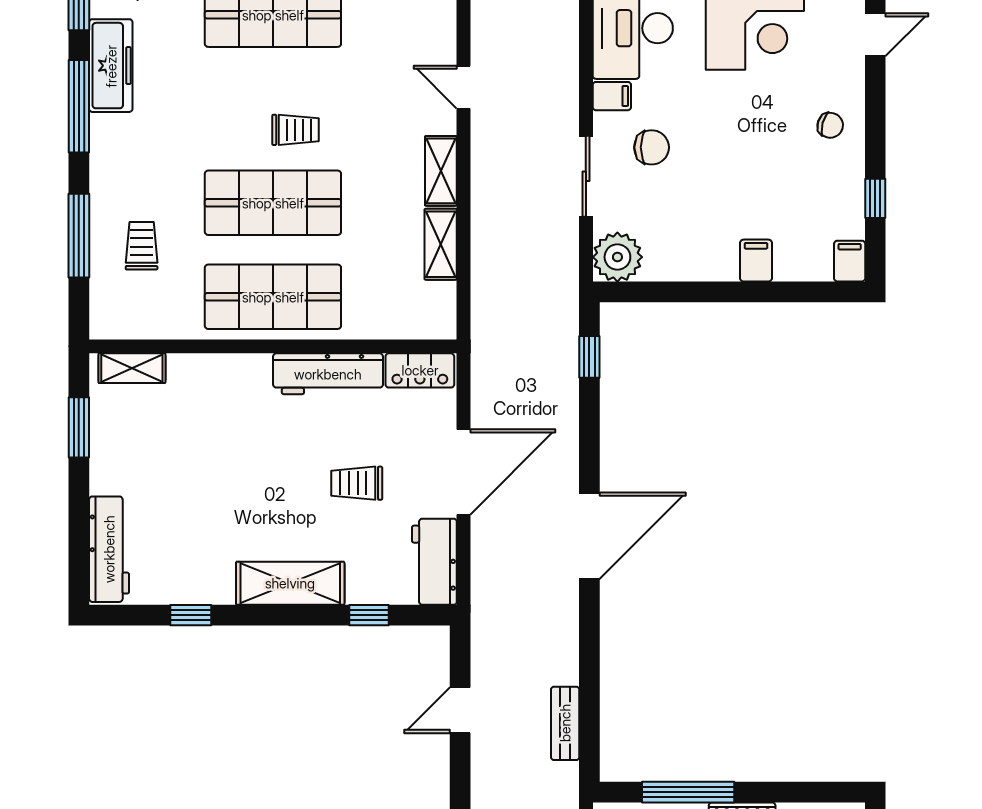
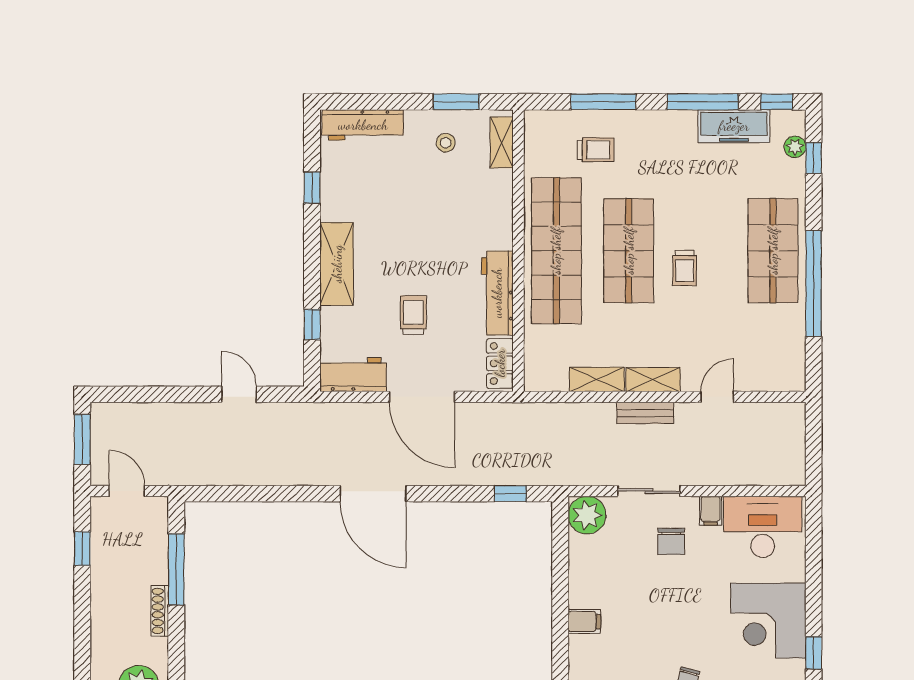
shop shelf: (273, 297) -> (556, 251), width x1.40
stool: (132, 441) -> (446, 143), added
bench: (565, 723) -> (645, 413), moved

